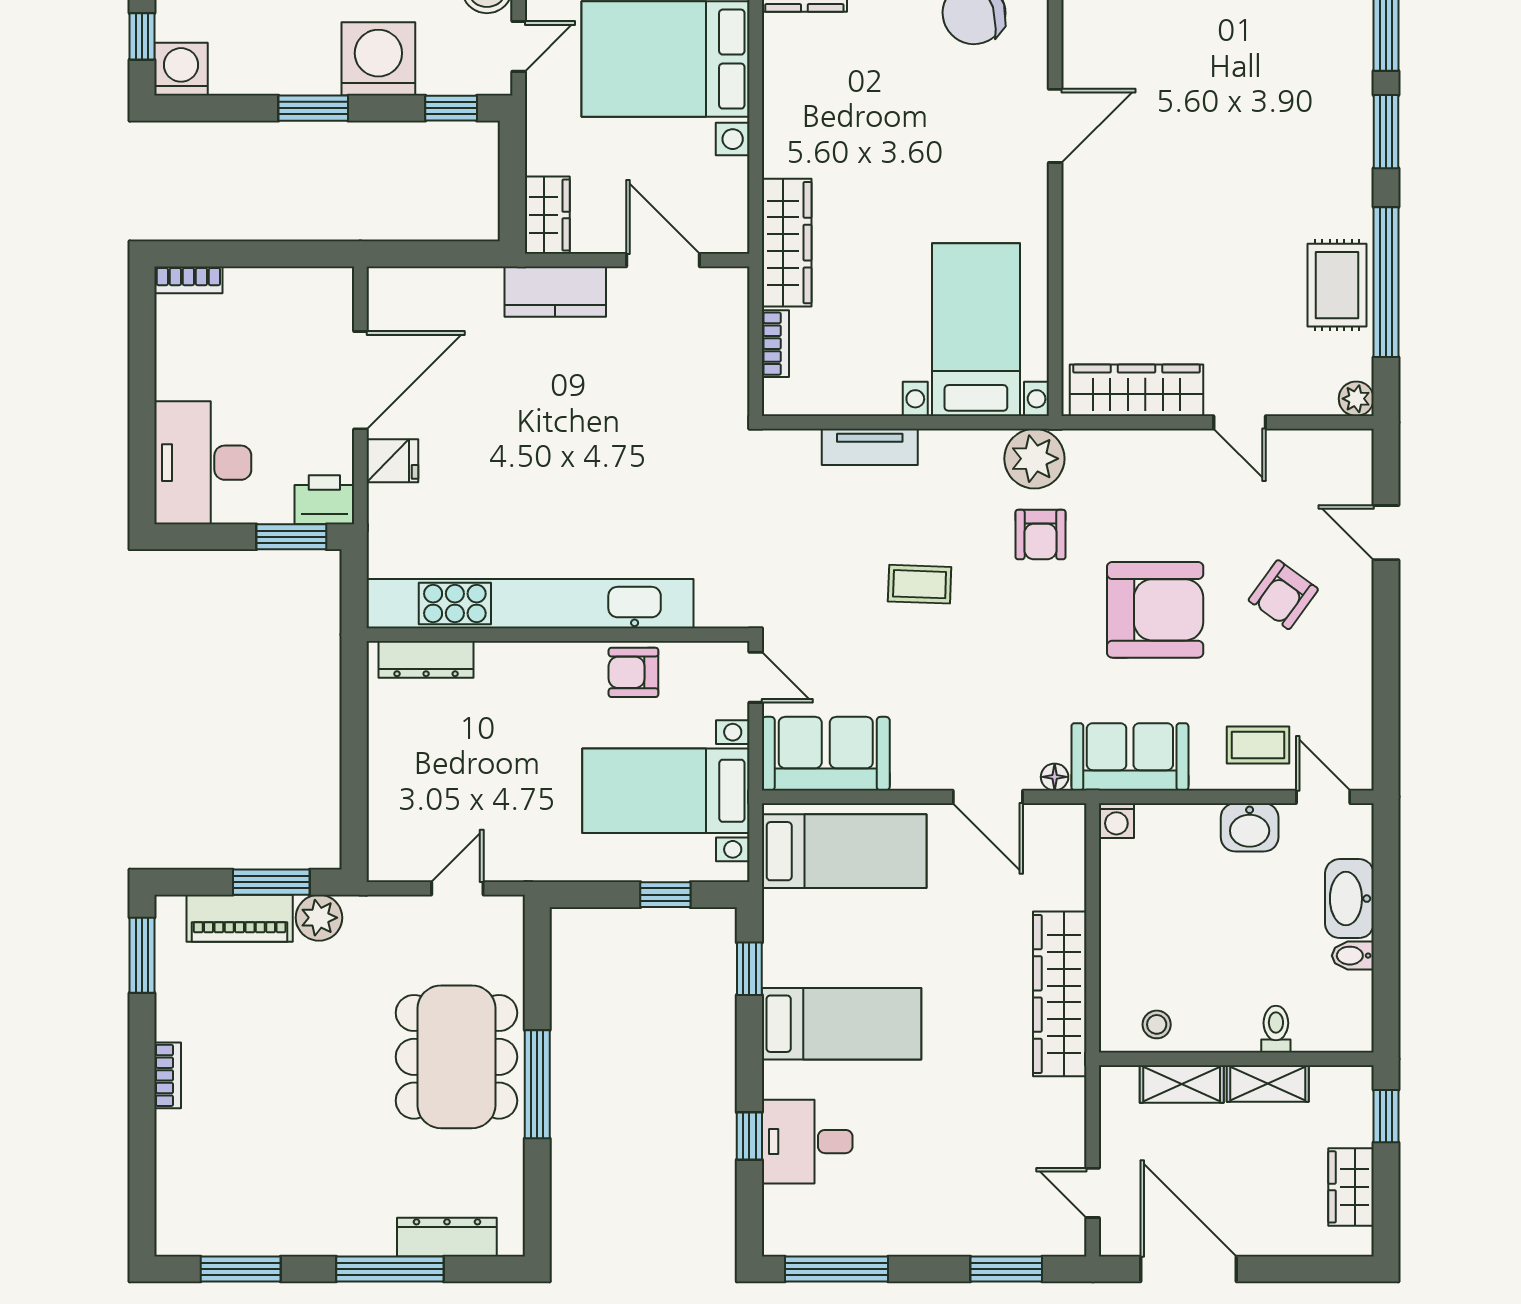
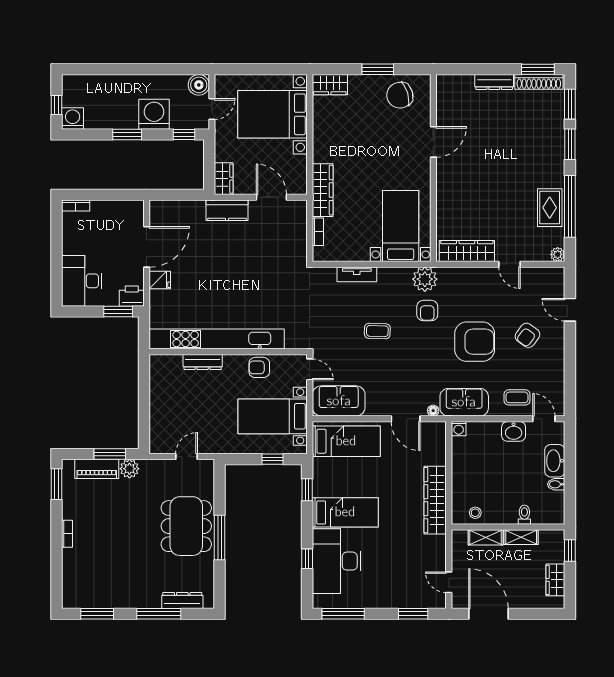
dresser: (426, 659) -> (203, 362), moved
desk: (807, 1142) -> (337, 561), width x1.87, depth x1.30

